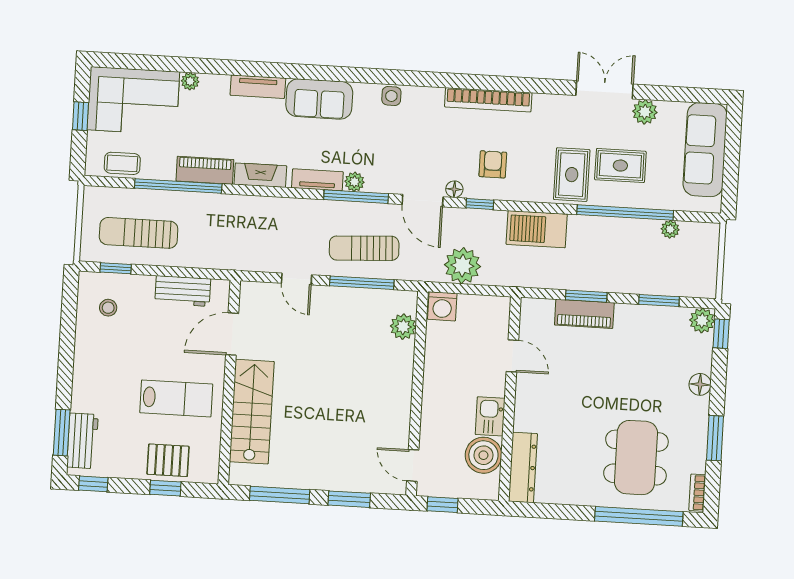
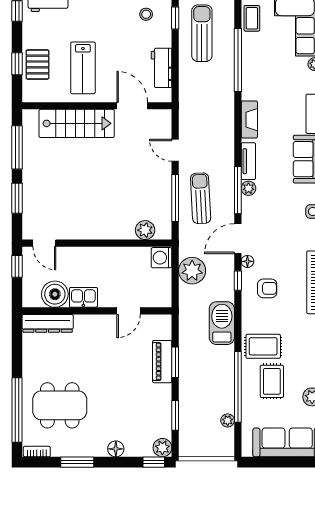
piano: (205, 170) -> (250, 79), removed
door: (296, 279) -> (175, 150), hinge flipped
door: (413, 465) -> (44, 243), swing flipped

